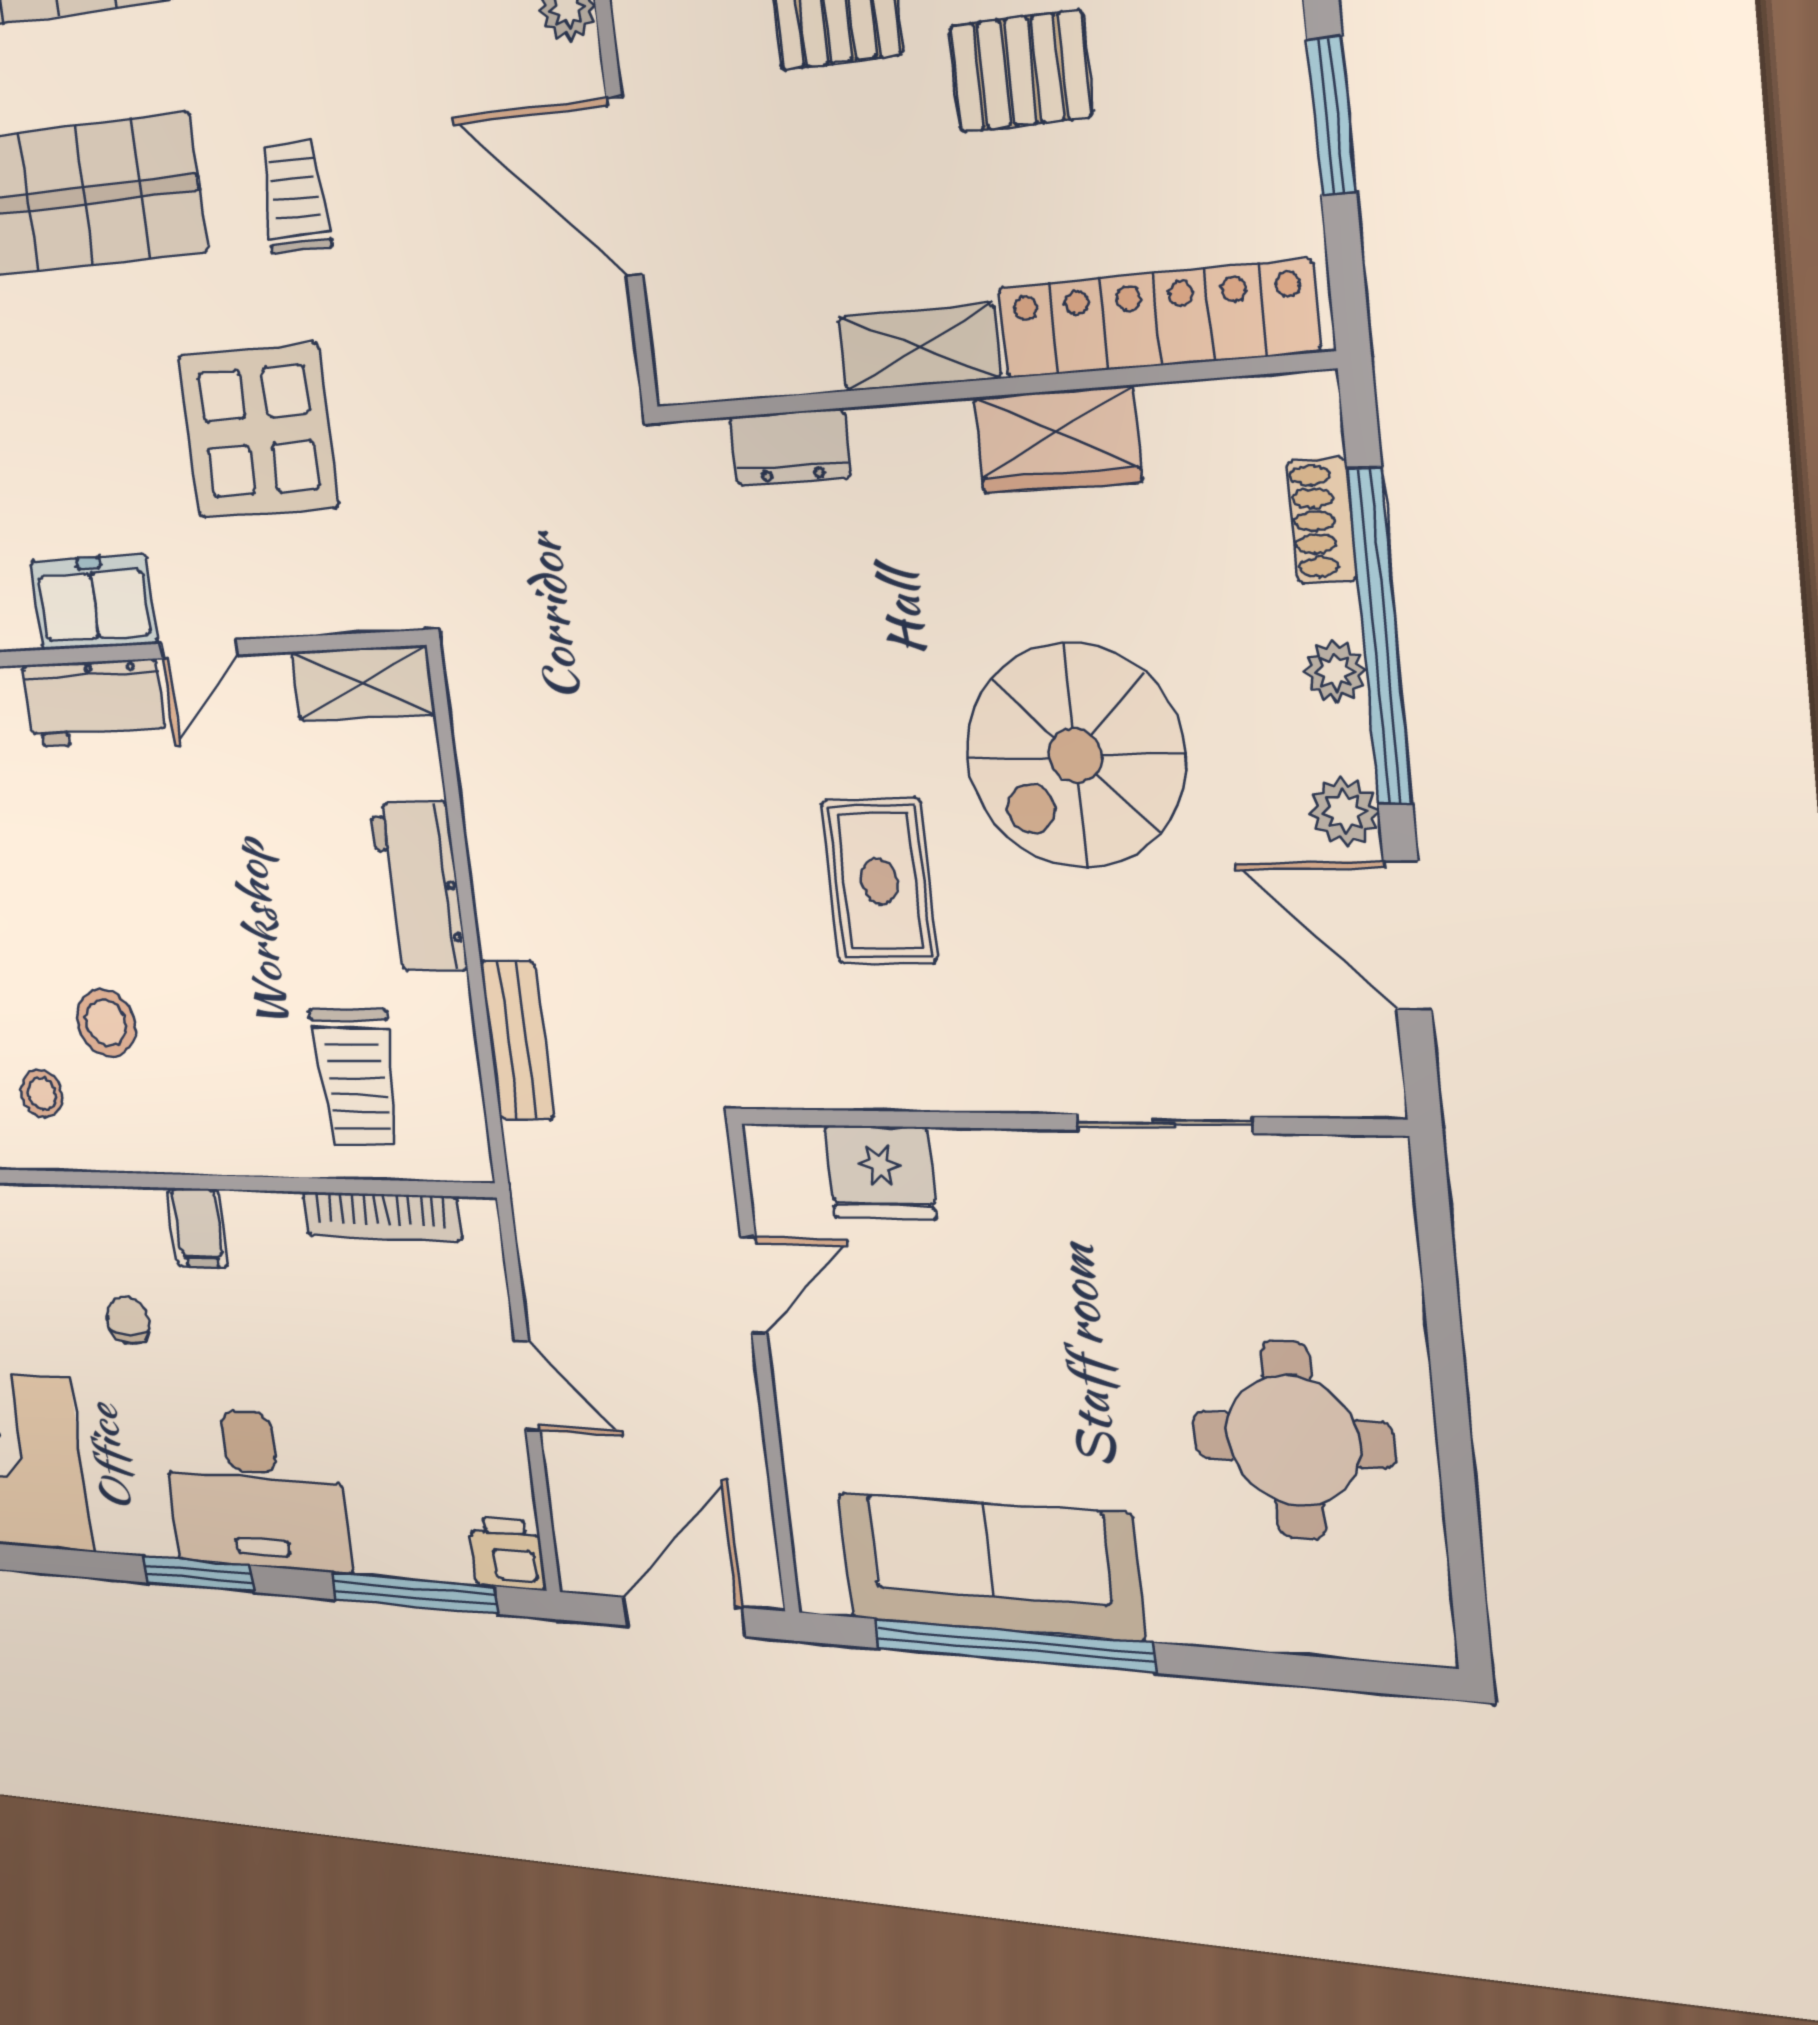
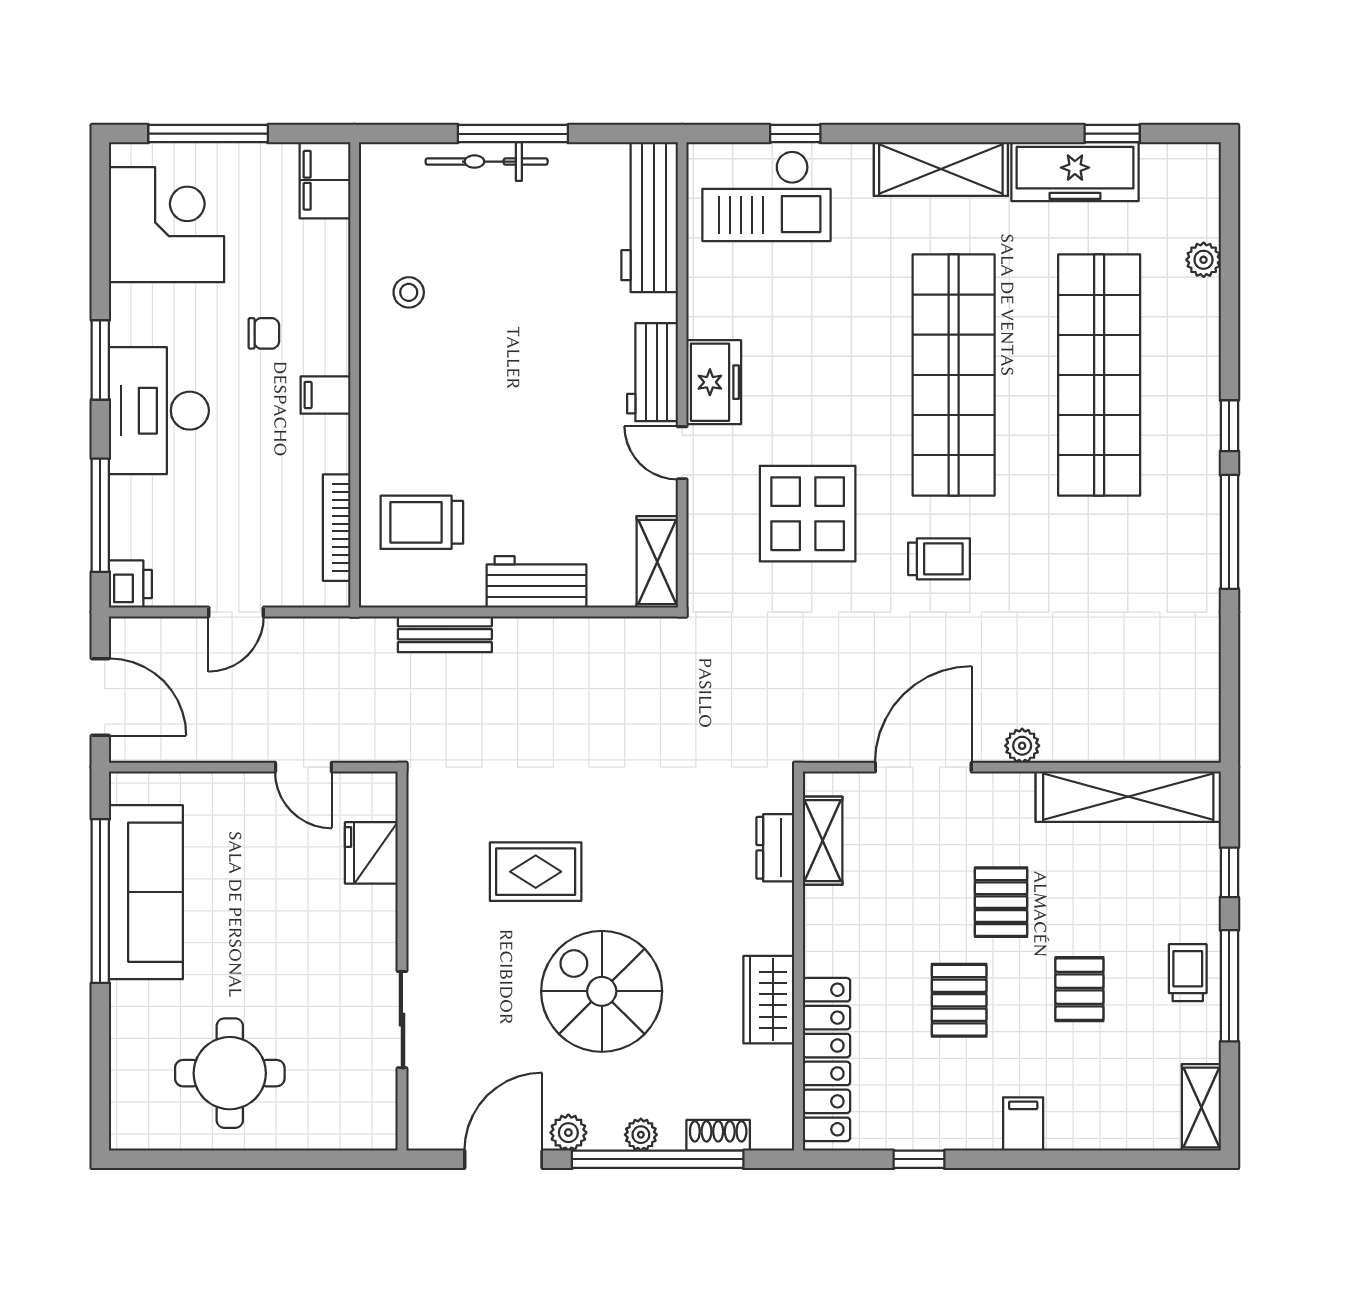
window: (1332, 116) -> (919, 1159), width x0.67
shelving: (919, 348) -> (823, 841), moved
stool: (106, 1023) -> (454, 348), removed

